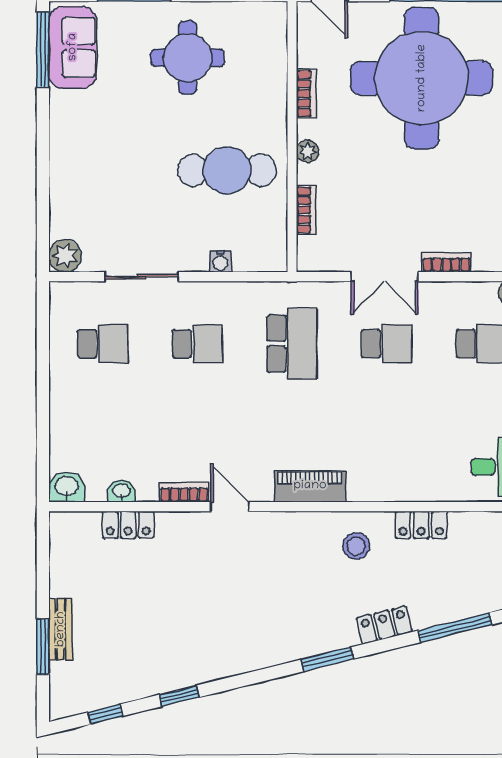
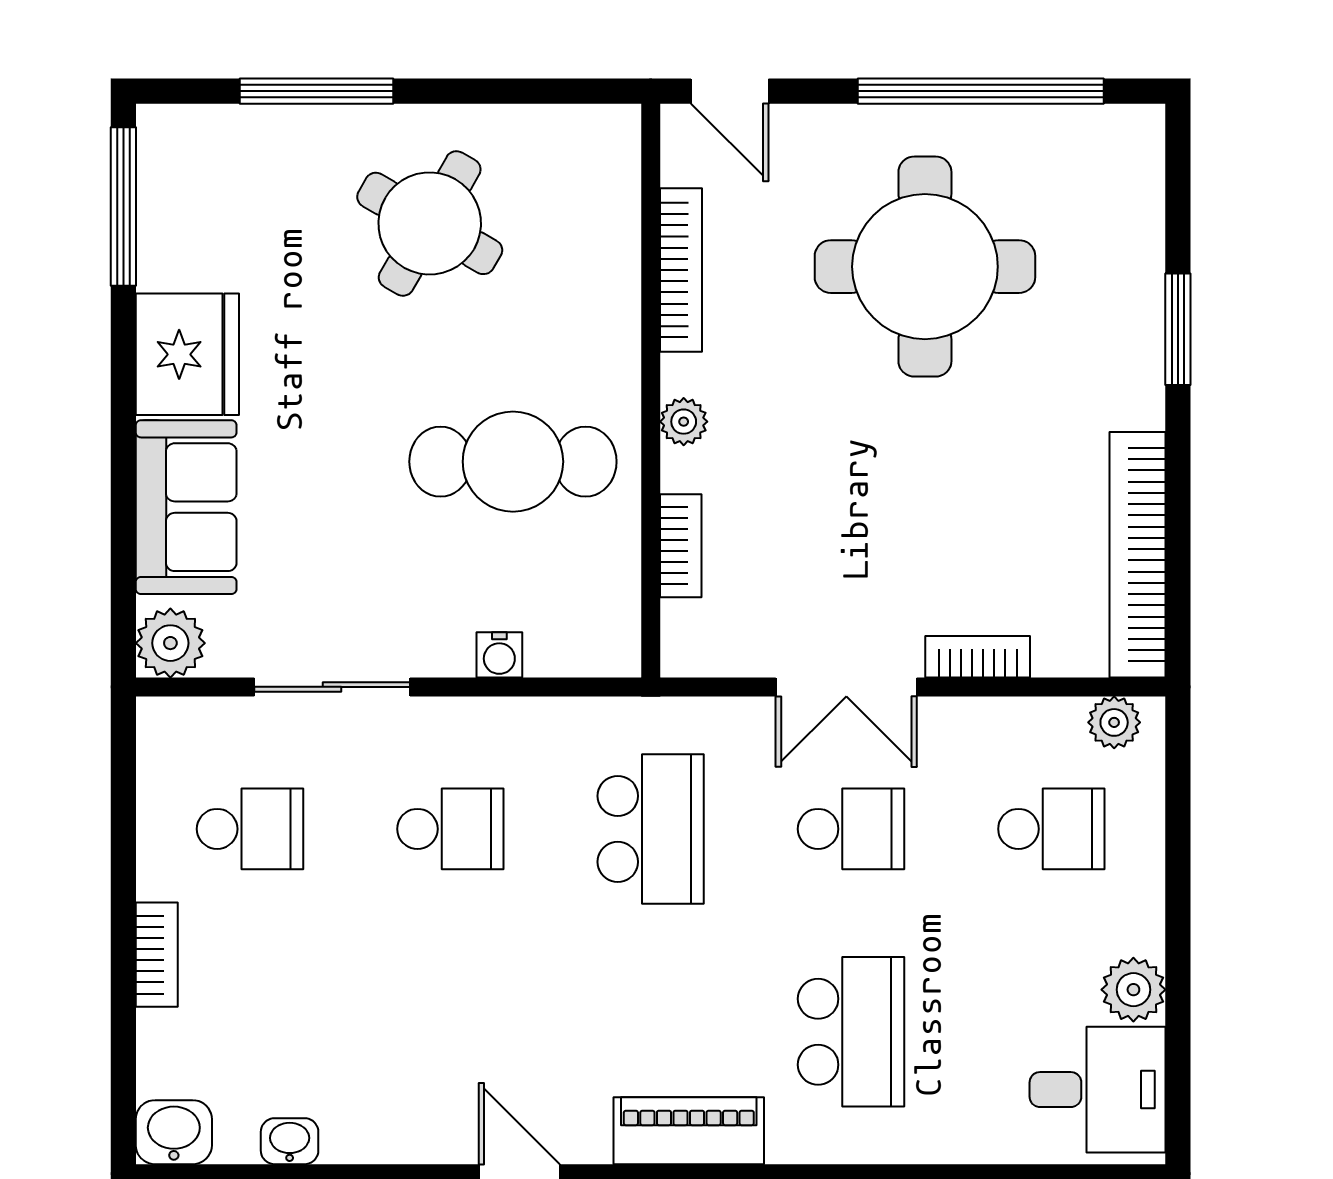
sofa: (73, 47) -> (186, 507), moved
round table: (188, 58) -> (430, 223), turned 30
round table: (422, 78) -> (925, 267), width x0.73, depth x0.73
bookcase: (306, 94) -> (681, 270), width x1.56
fridge: (73, 120) -> (187, 354), added
school desk: (387, 440) -> (851, 1032), added
bookcase: (184, 492) -> (157, 955), moved, turned 90

